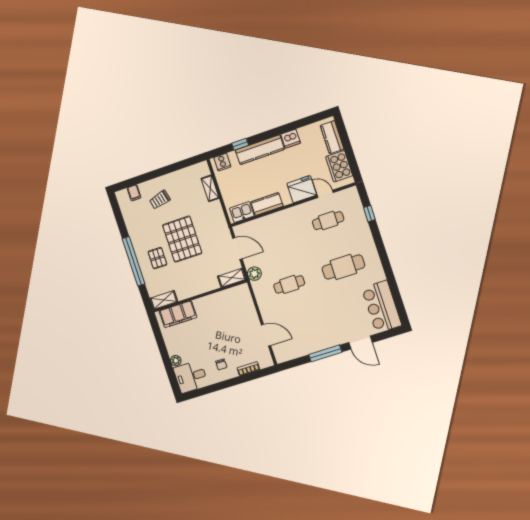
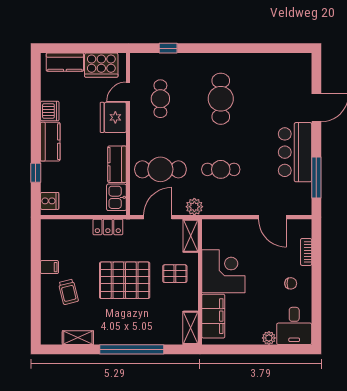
kitchen counter: (260, 150) -> (50, 142), width x0.67
shelving: (210, 188) -> (78, 338), moved
filing cabinet: (134, 193) -> (49, 267), moved
locker: (218, 213) -> (108, 227), added
cafe table: (274, 238) -> (160, 169), added
pallet: (157, 258) -> (175, 274), moved
cafe table: (289, 284) -> (221, 169), turned 90
bar counter: (382, 307) -> (295, 152), moved, turned 90
corner desk: (213, 311) -> (223, 271), added
door: (266, 335) -> (272, 217), swing flipped
window: (325, 353) -> (316, 178), moved

